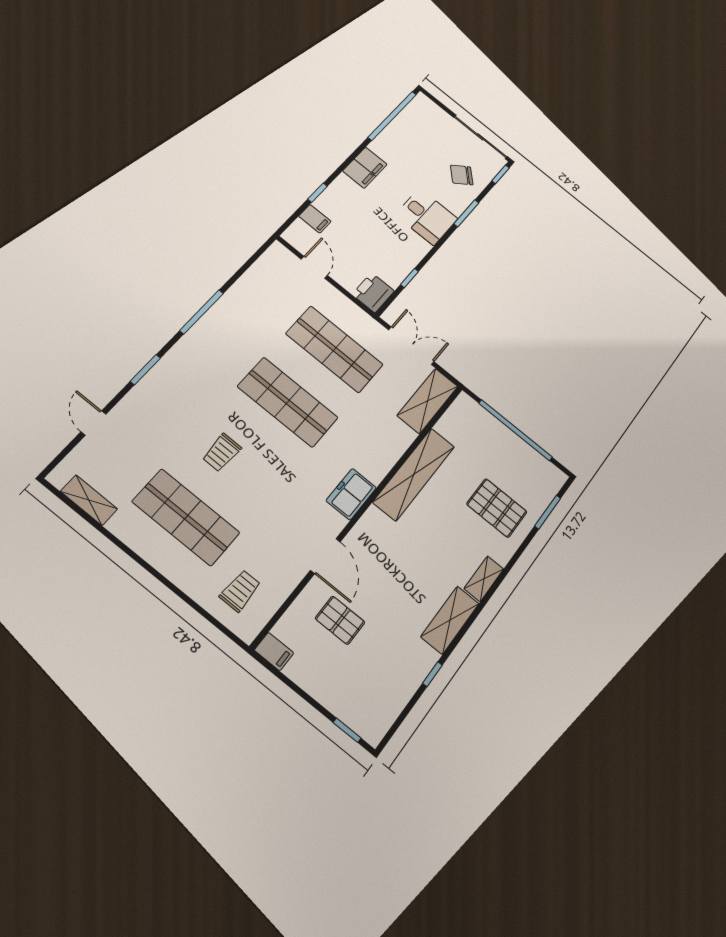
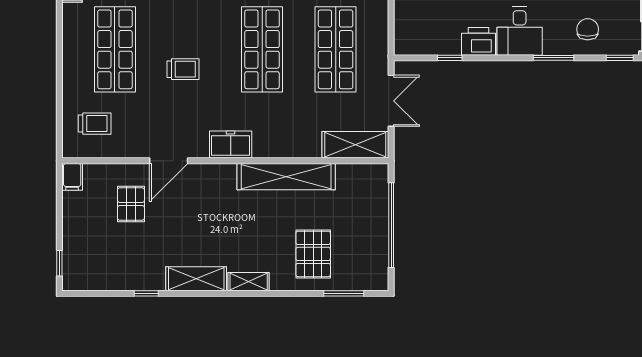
chair: (462, 175) -> (588, 29), turned 41
printer: (373, 293) -> (478, 41), moved
trolley: (222, 453) -> (183, 69), moved, turned 180

